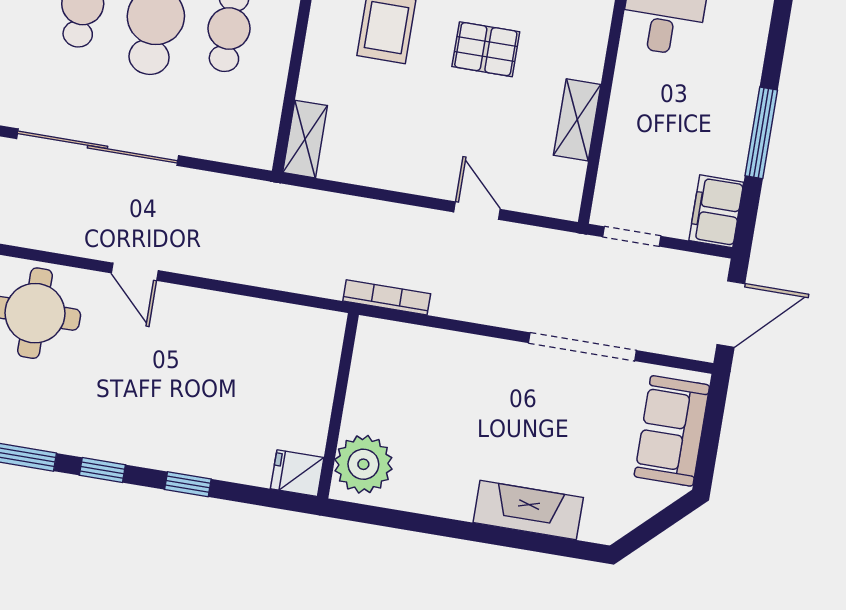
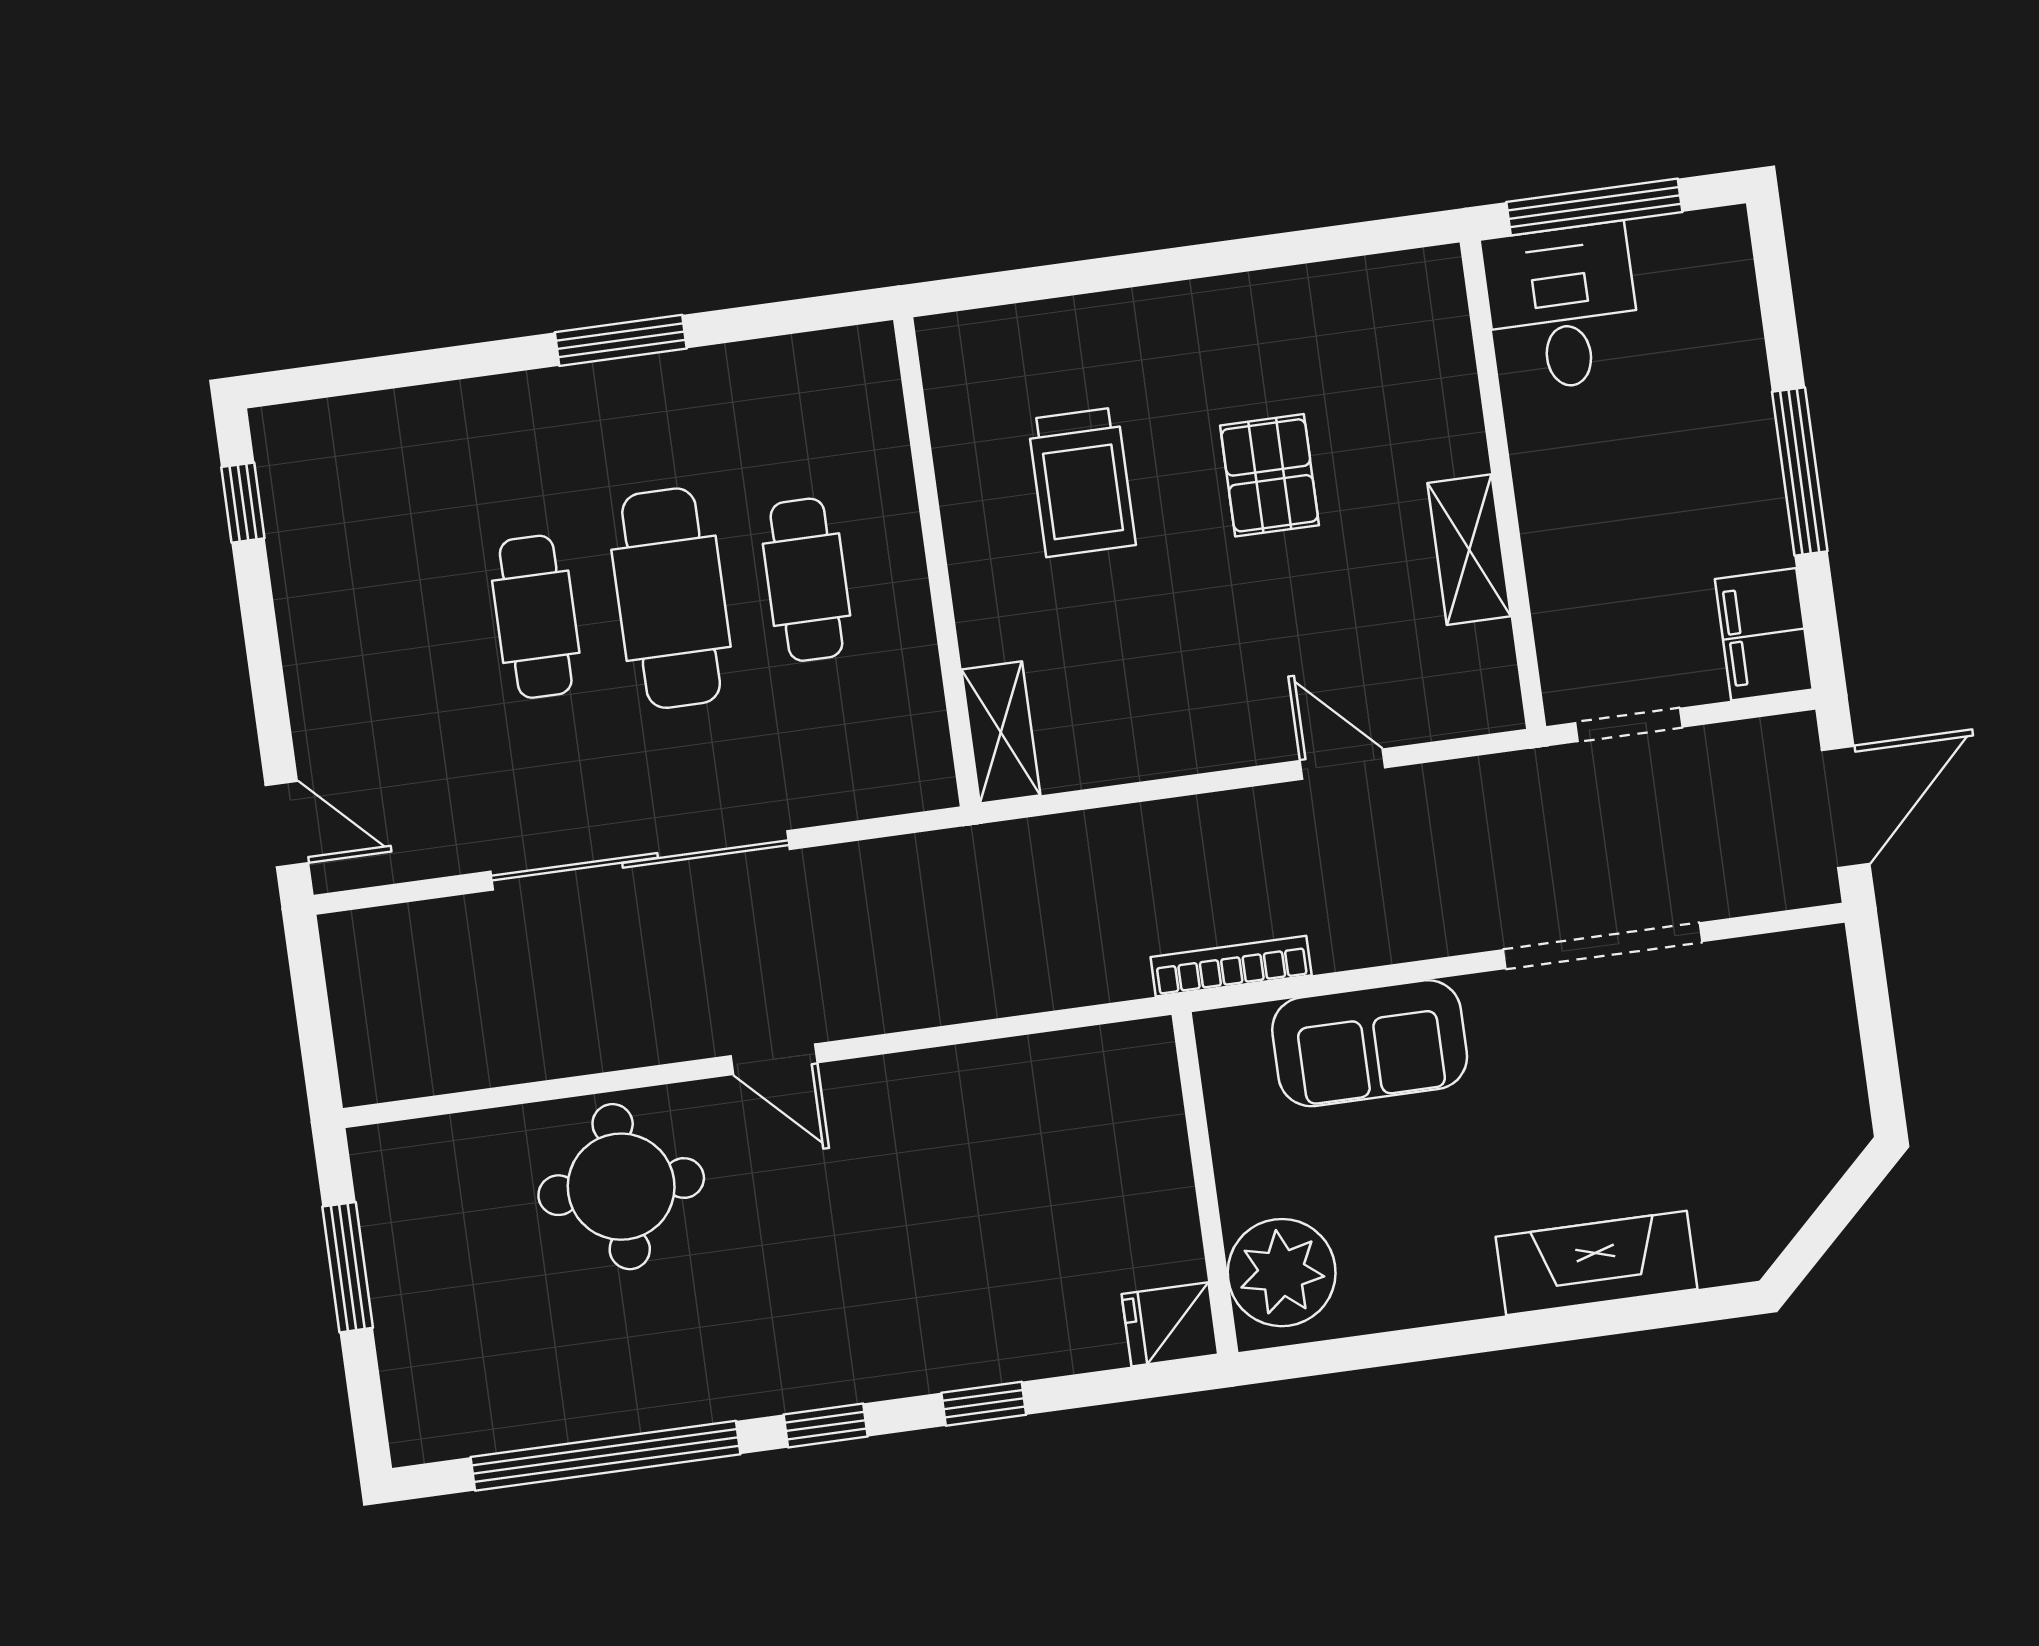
pallet: (486, 49) -> (1270, 475), turned 90
sofa: (672, 431) -> (1370, 1043), moved, turned -90

